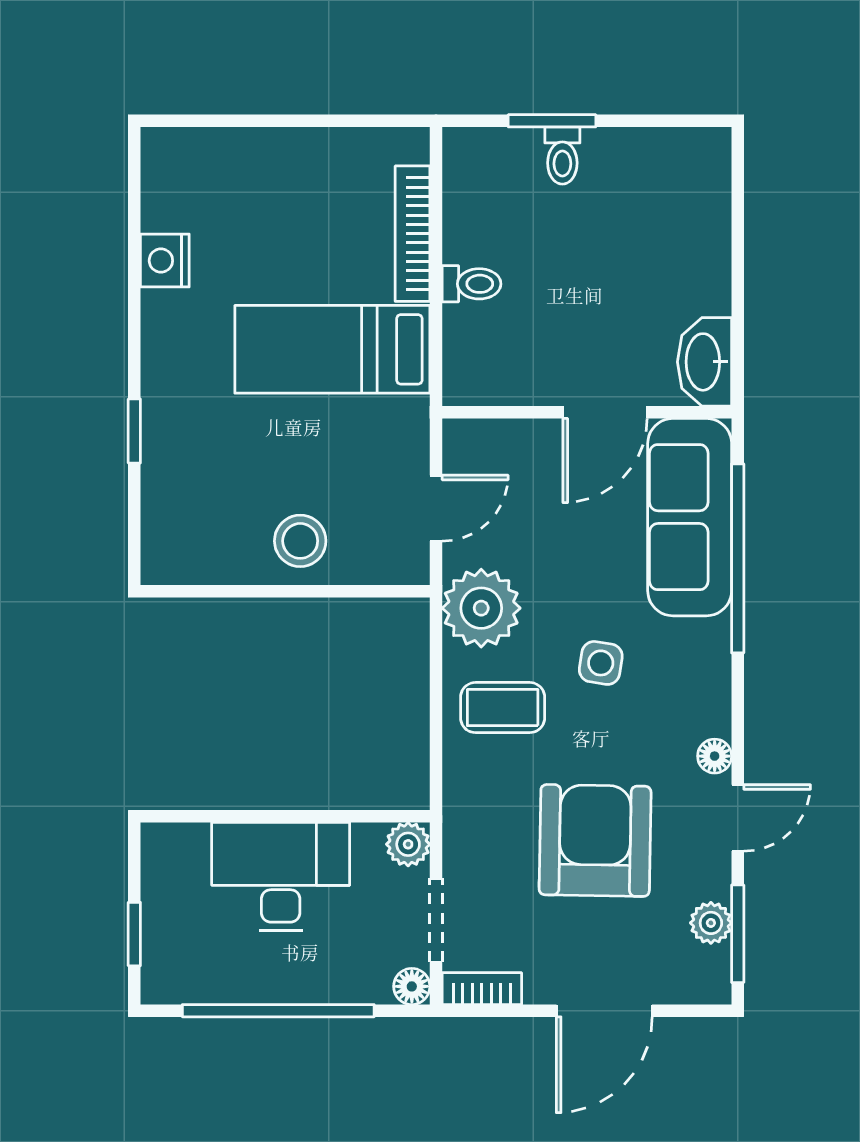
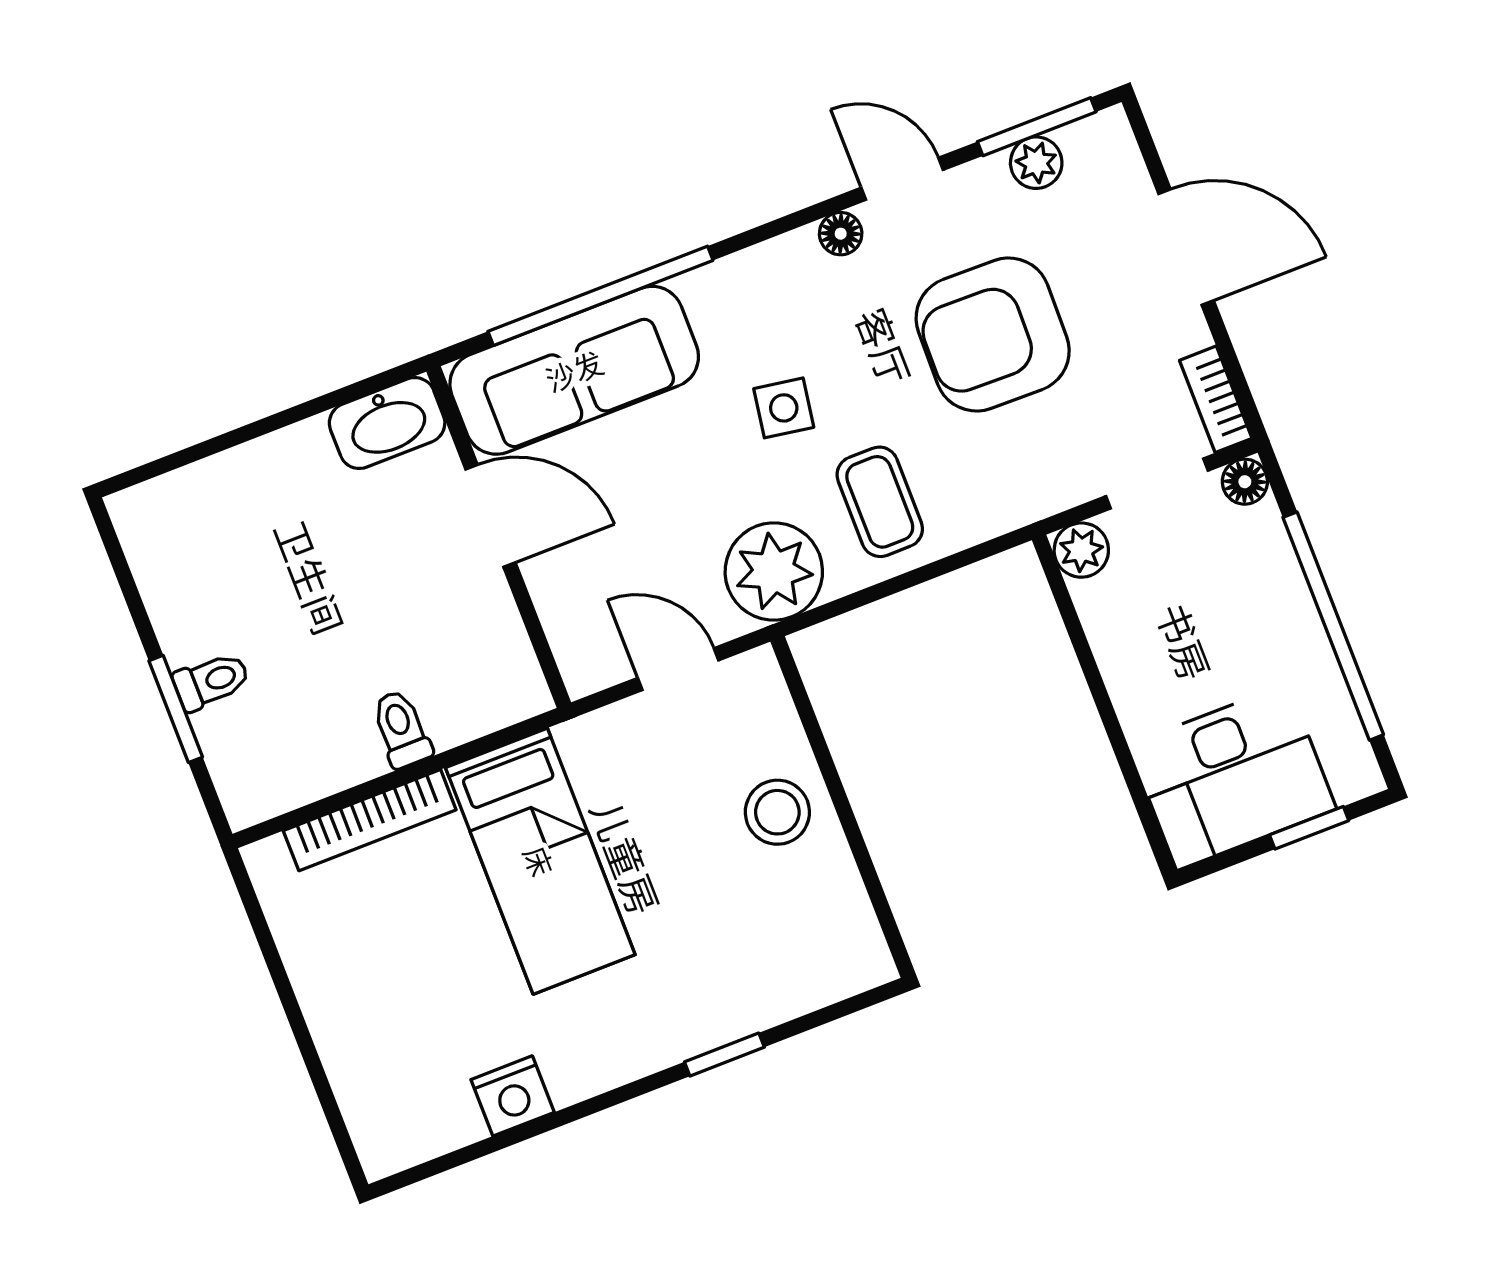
desk: (281, 877) -> (1232, 777), moved, turned -90

